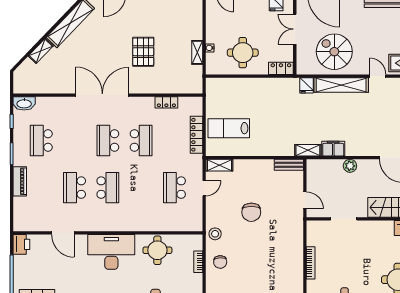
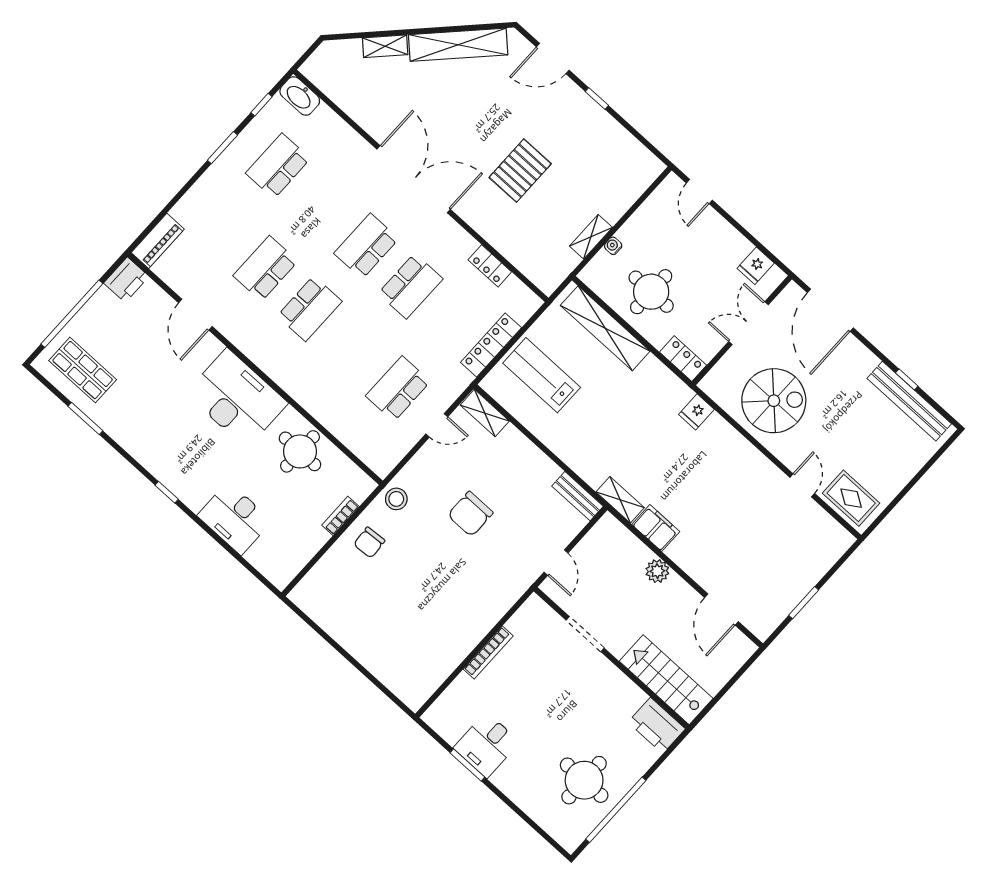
spiral stairs: (334, 52) -> (774, 401), turned 90
shelving: (341, 85) -> (605, 328), moved
piano: (20, 181) -> (158, 241), moved

